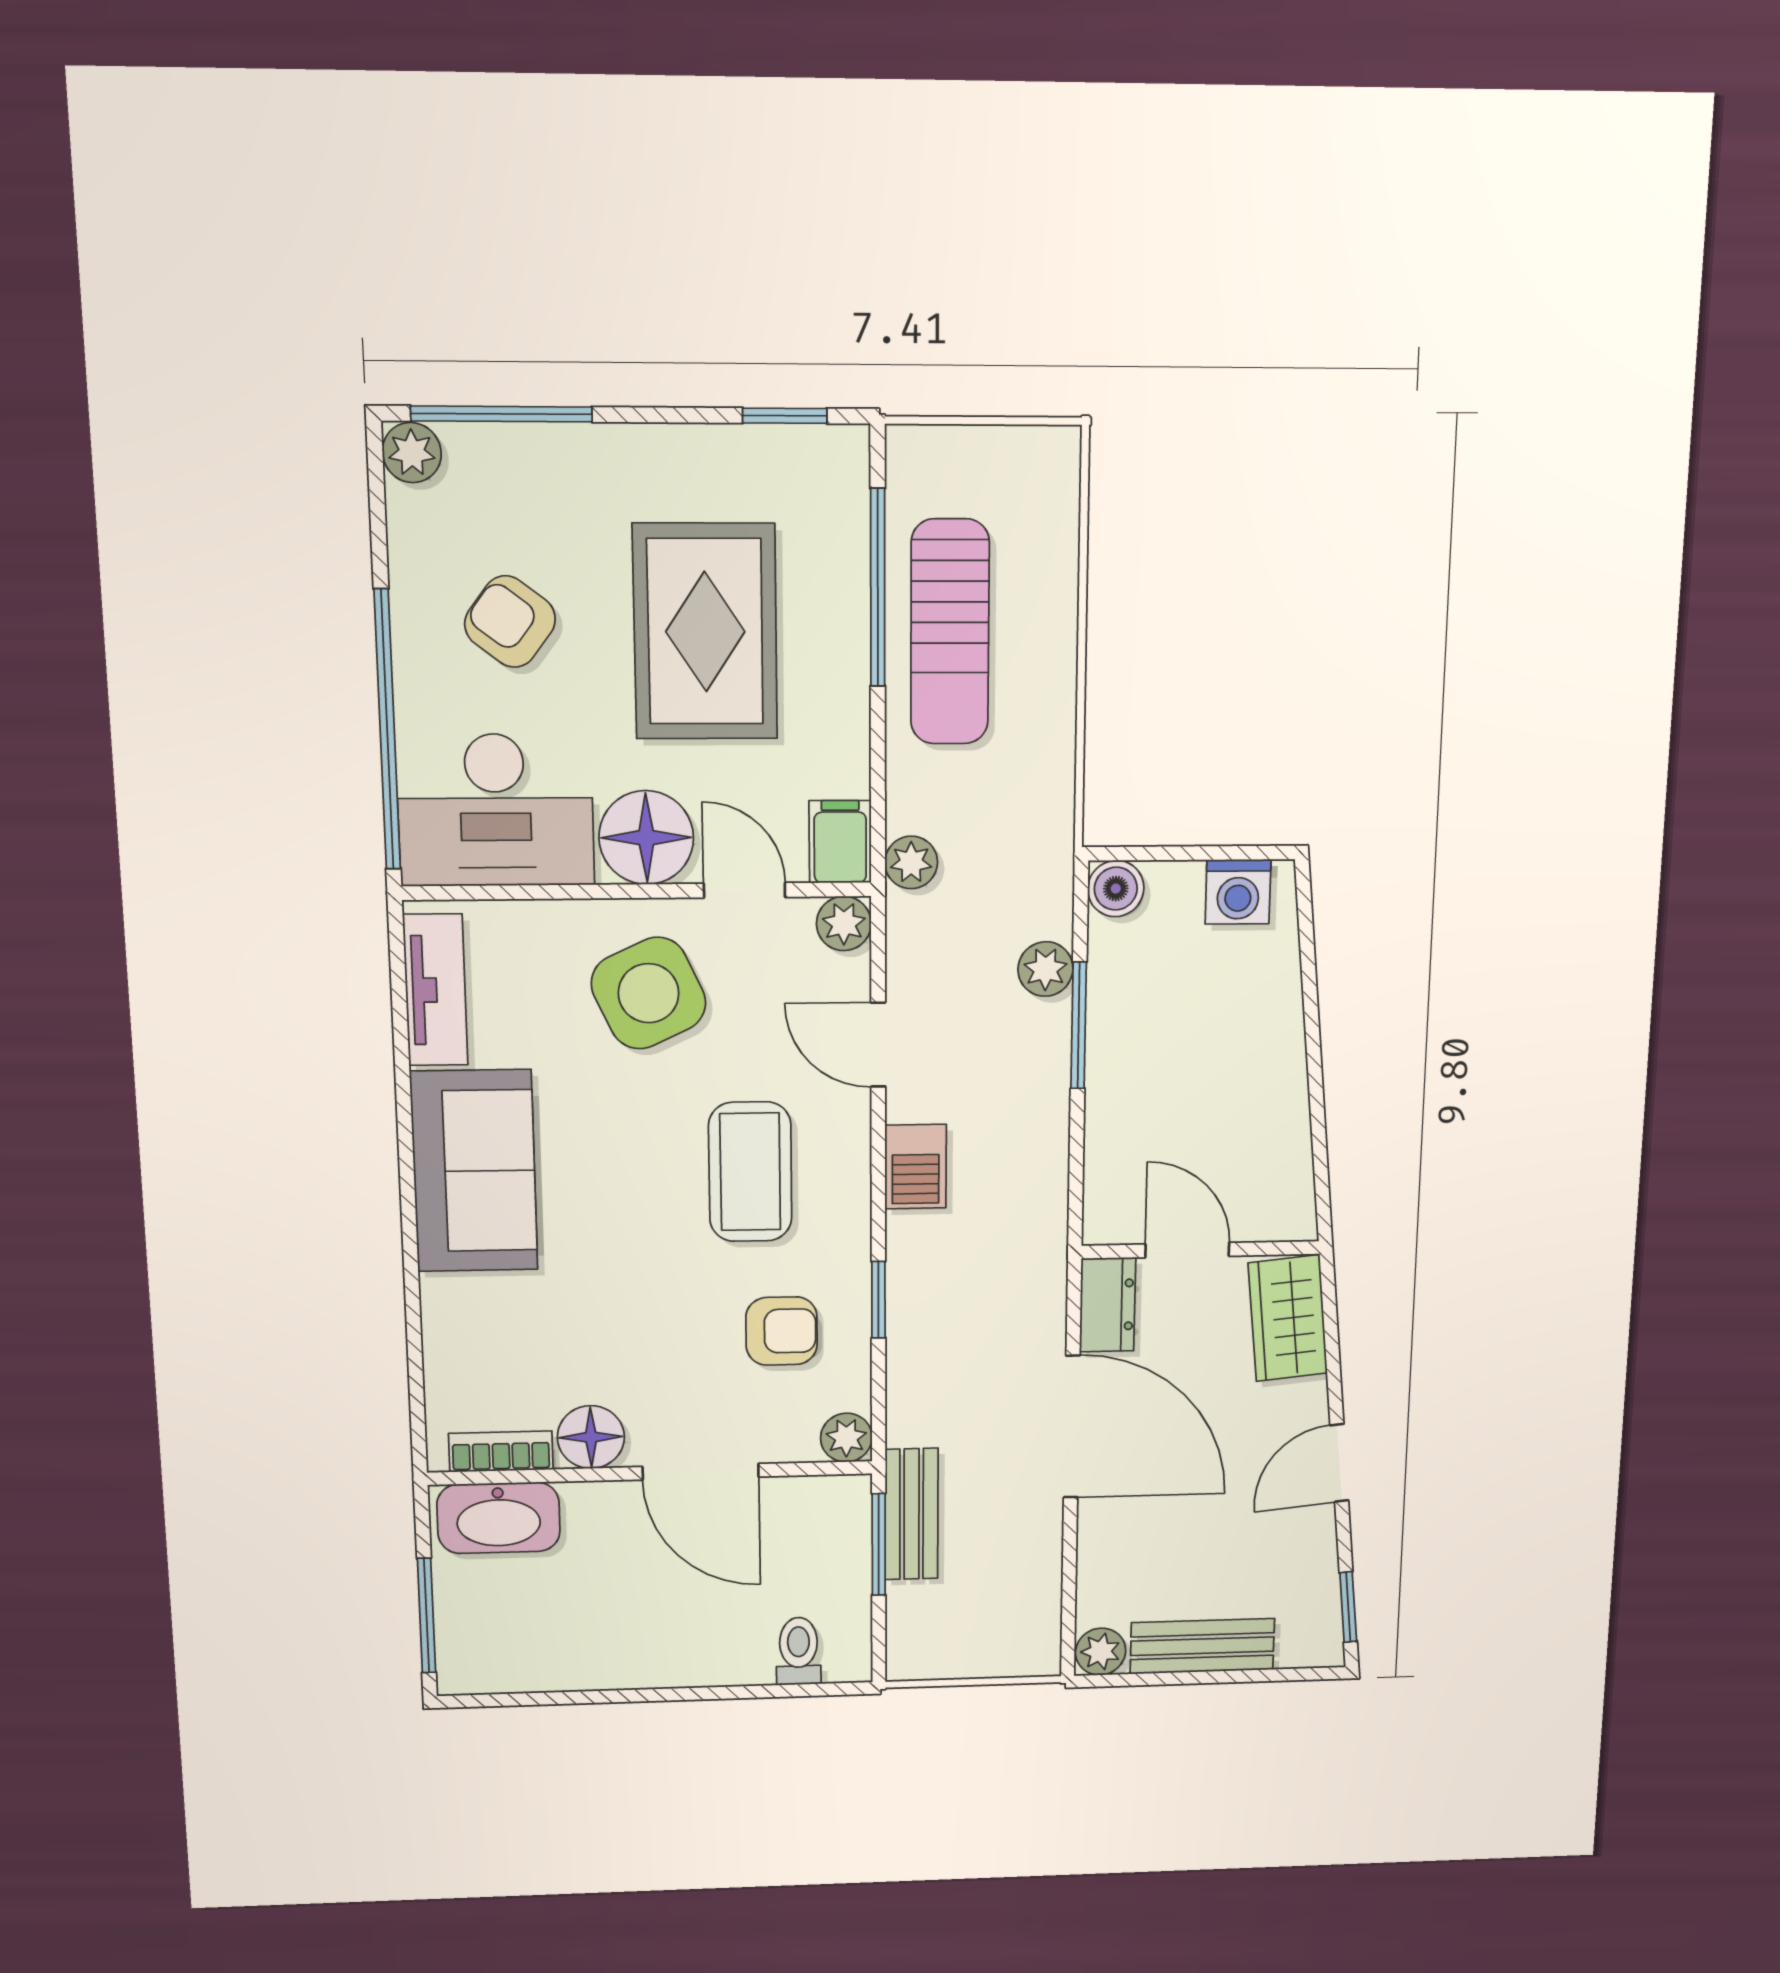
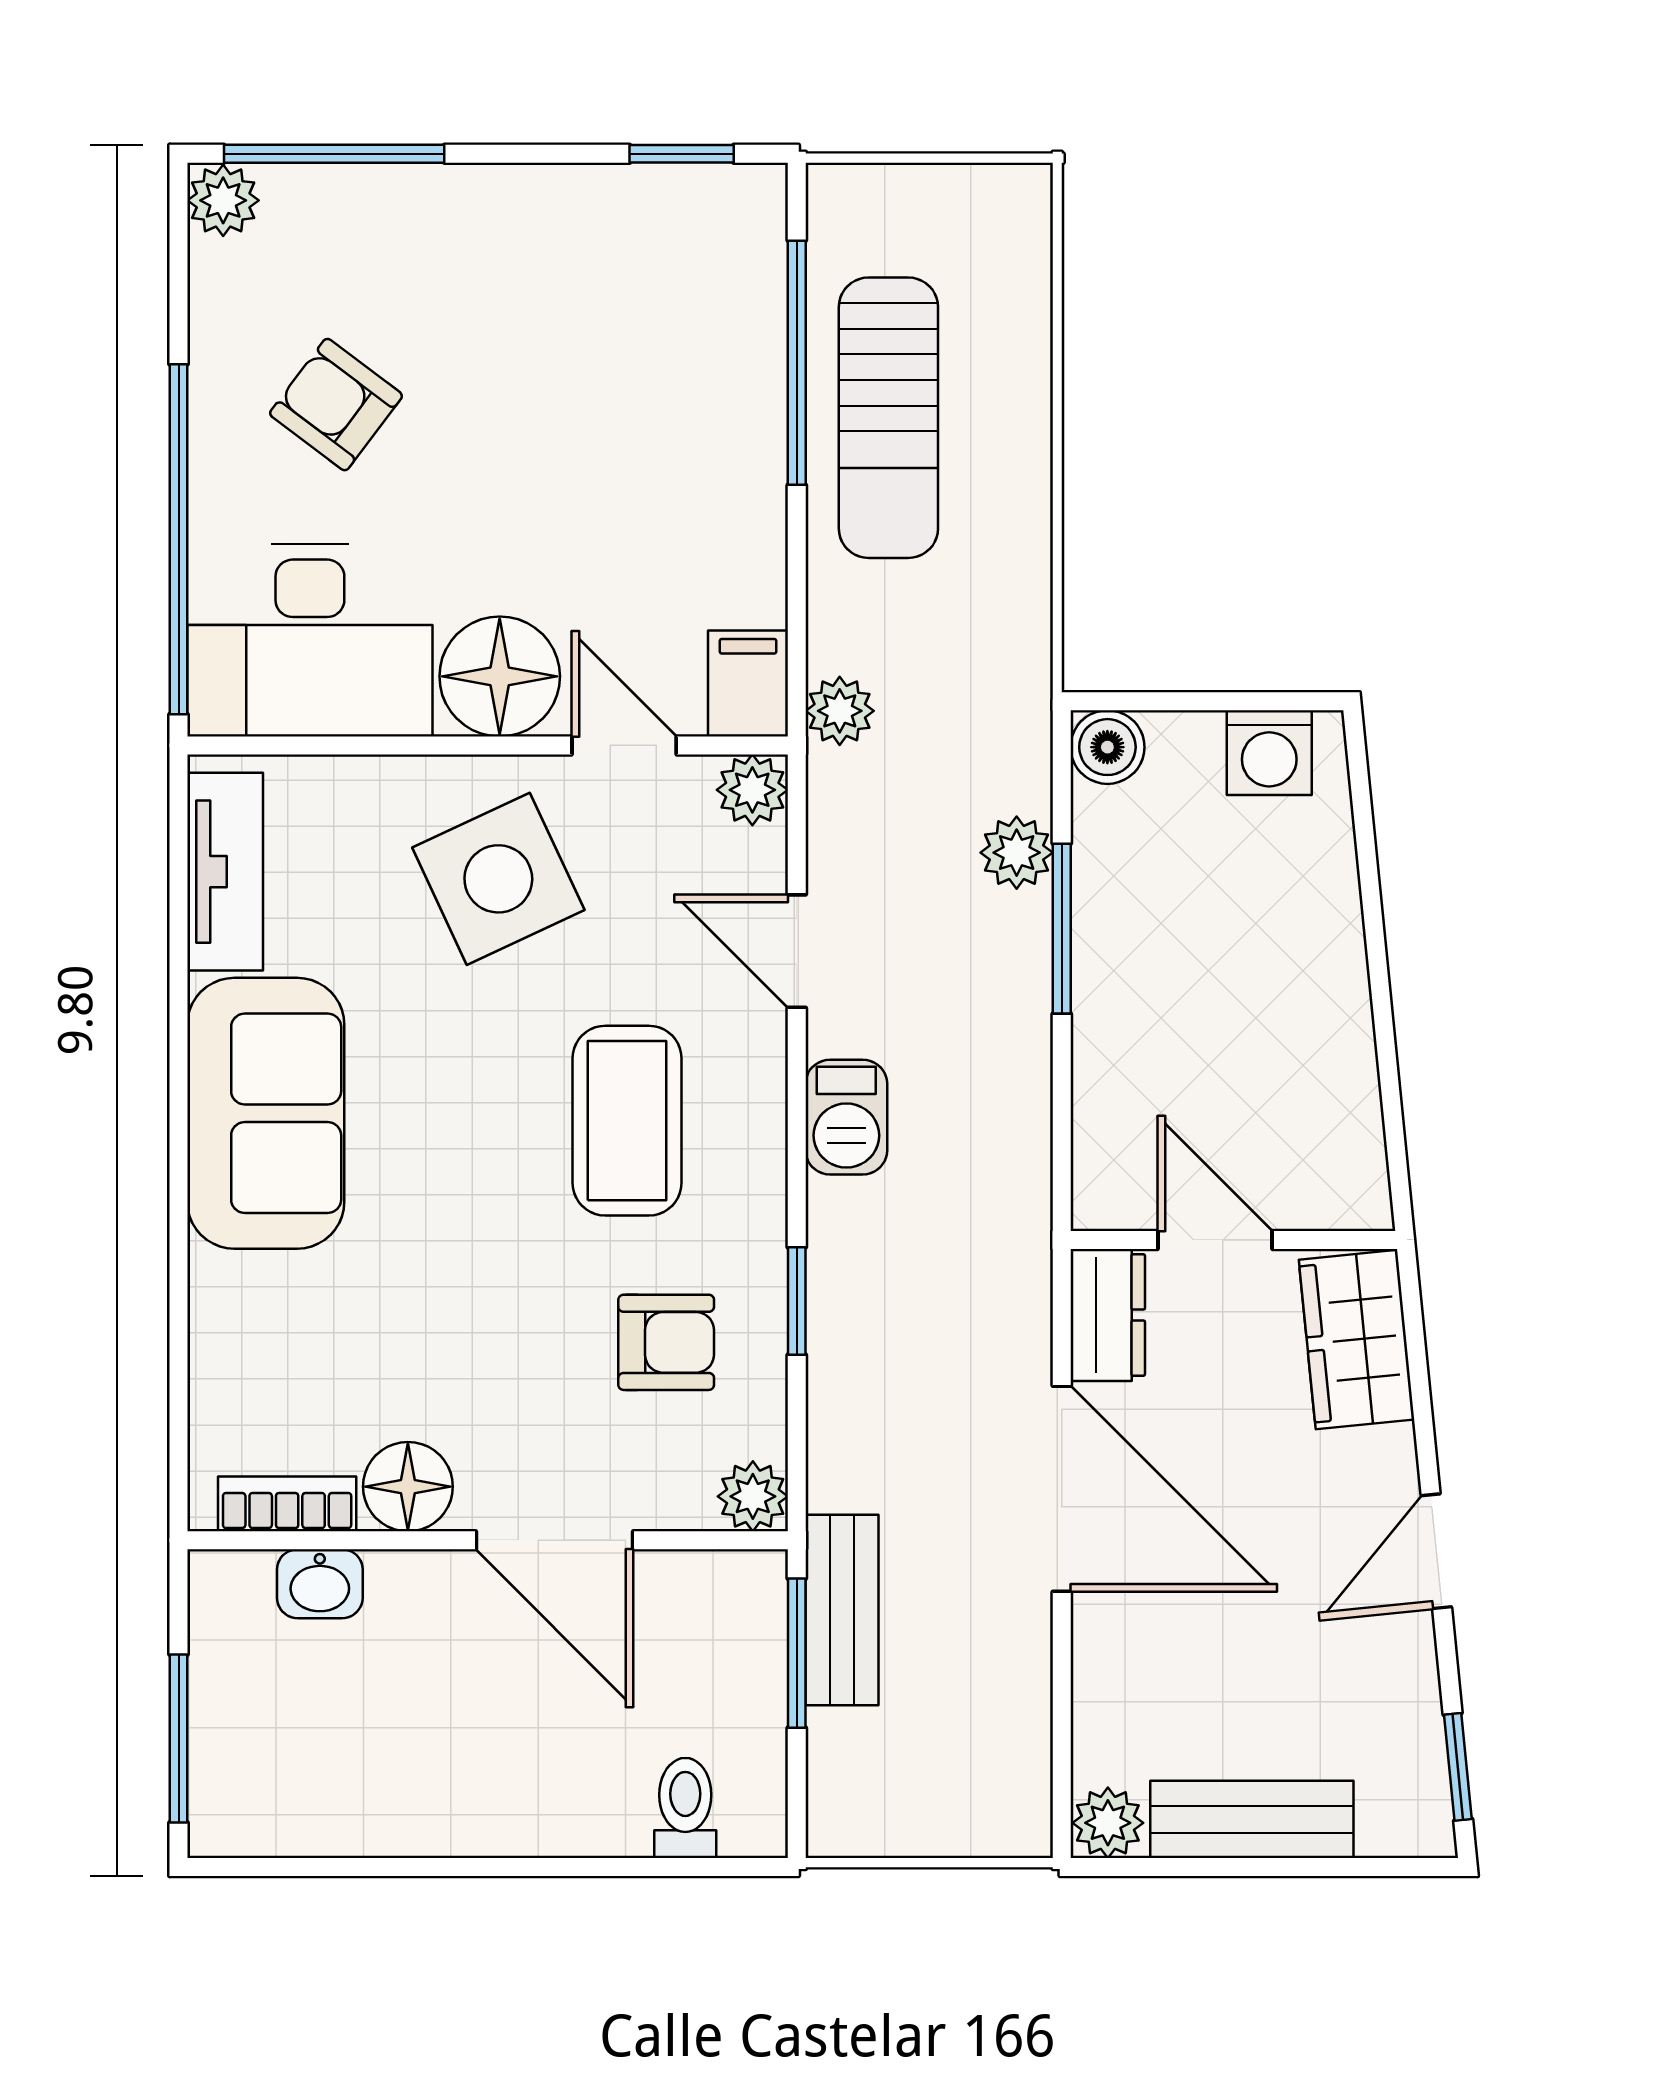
rug: (705, 632) -> (579, 417), removed
washbasin: (499, 1518) -> (320, 1584), width x0.52, depth x0.69

